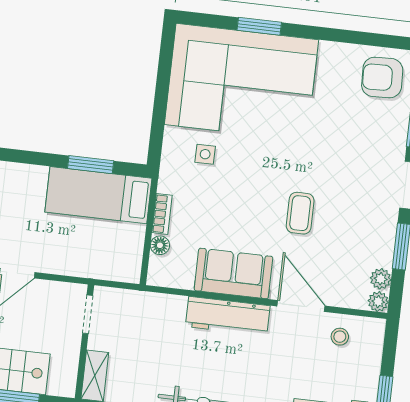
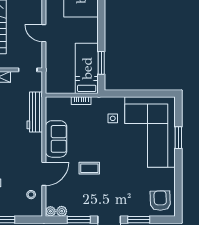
floor lamp: (160, 245) -> (66, 101), removed
workbench: (228, 316) -> (35, 112), moved

